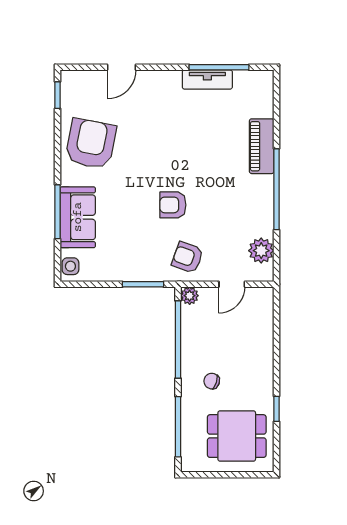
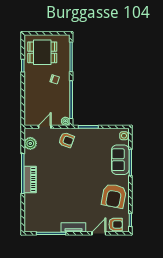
tv unit: (207, 80) -> (73, 227), moved
piano: (262, 146) -> (30, 179), moved
armchair: (173, 205) -> (116, 224), moved

